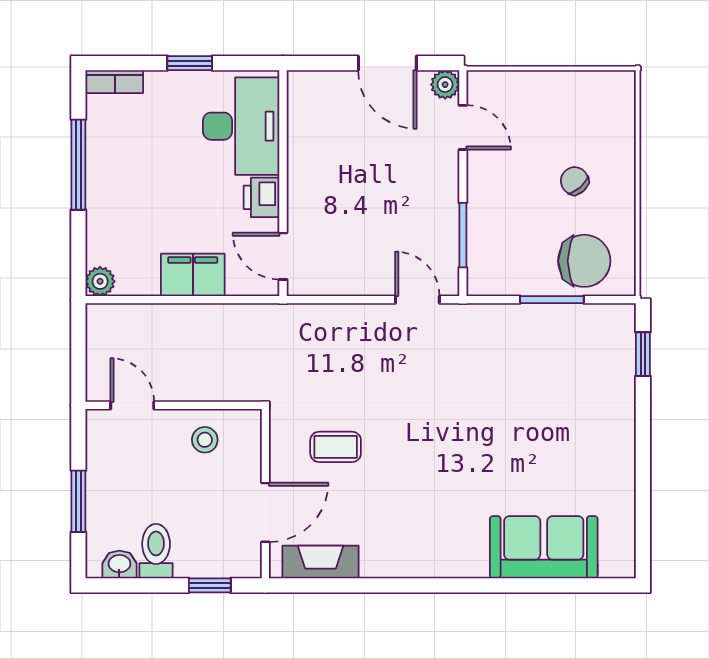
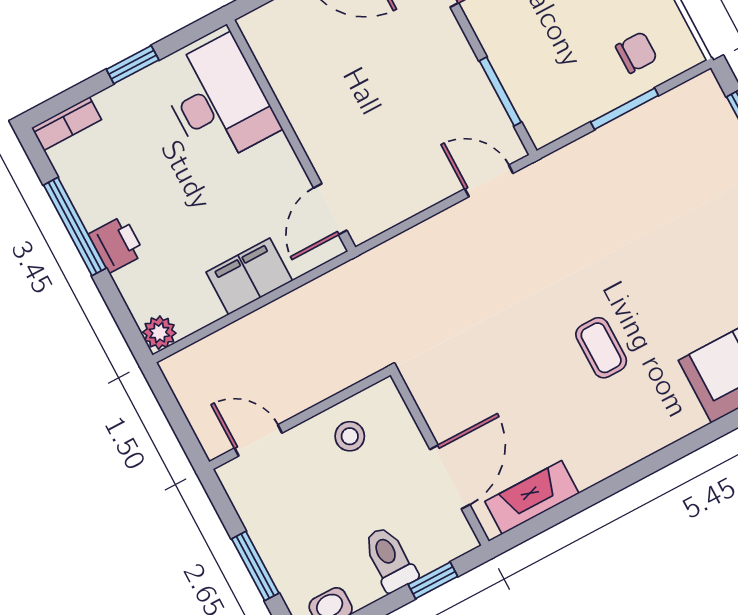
printer: (262, 197) -> (116, 244), moved, turned 180
door: (283, 256) -> (330, 209), hinge flipped
chair: (584, 261) -> (636, 52), width x0.54, depth x0.54
coffee table: (336, 447) -> (601, 348), moved, turned 90
toilet: (156, 551) -> (390, 559), moved

